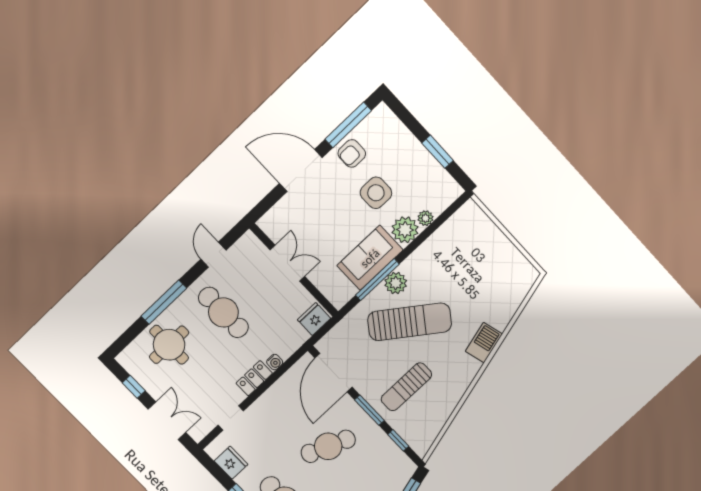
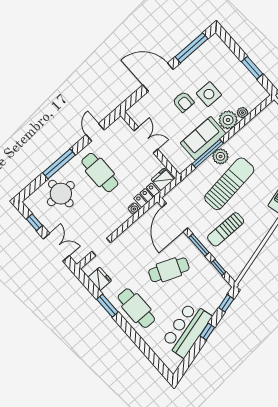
armchair: (352, 153) -> (183, 102), moved, turned -90
sun lounger: (410, 322) -> (229, 184), turned -43
locker: (254, 378) -> (147, 195), moved

